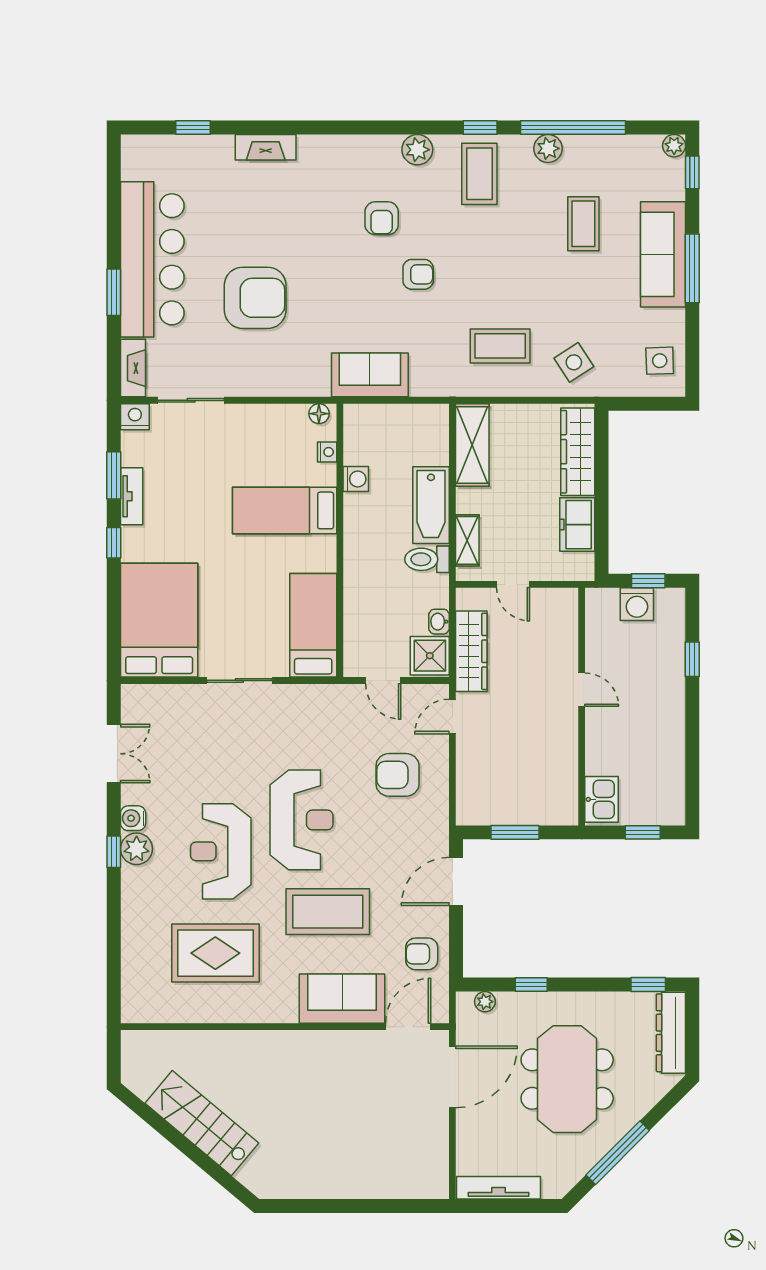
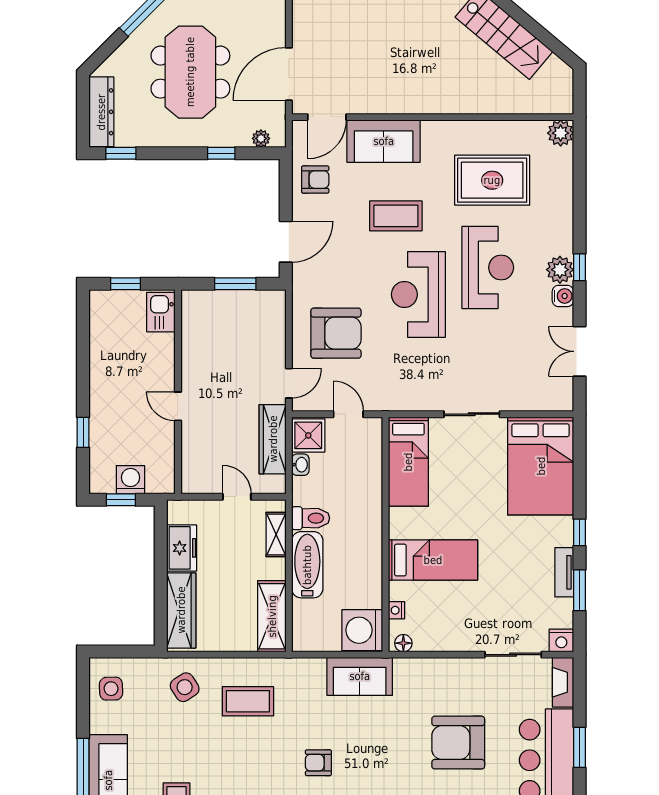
washing machine: (356, 479) -> (362, 630), moved, width x1.89, depth x1.89
armchair: (398, 775) -> (336, 333), width x1.36, depth x1.36
coffee table: (328, 912) -> (396, 216), width x0.73, depth x0.76
plant: (136, 1008) -> (561, 133), added

